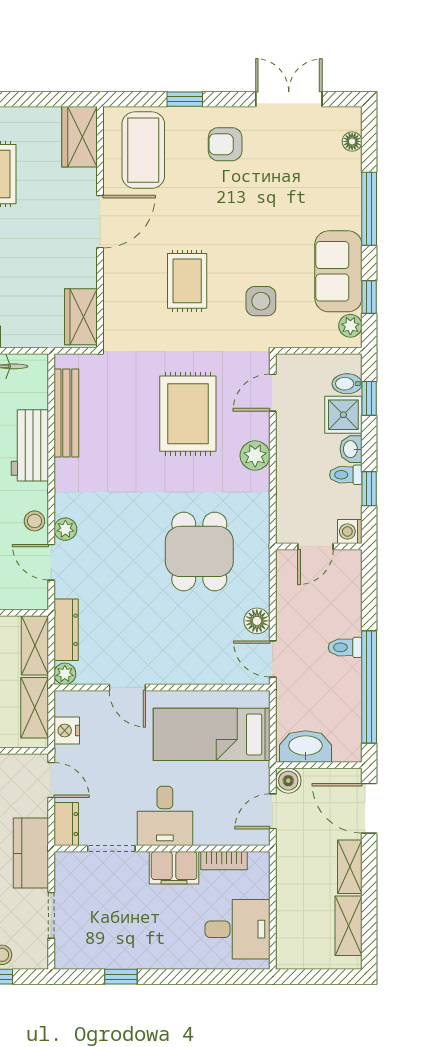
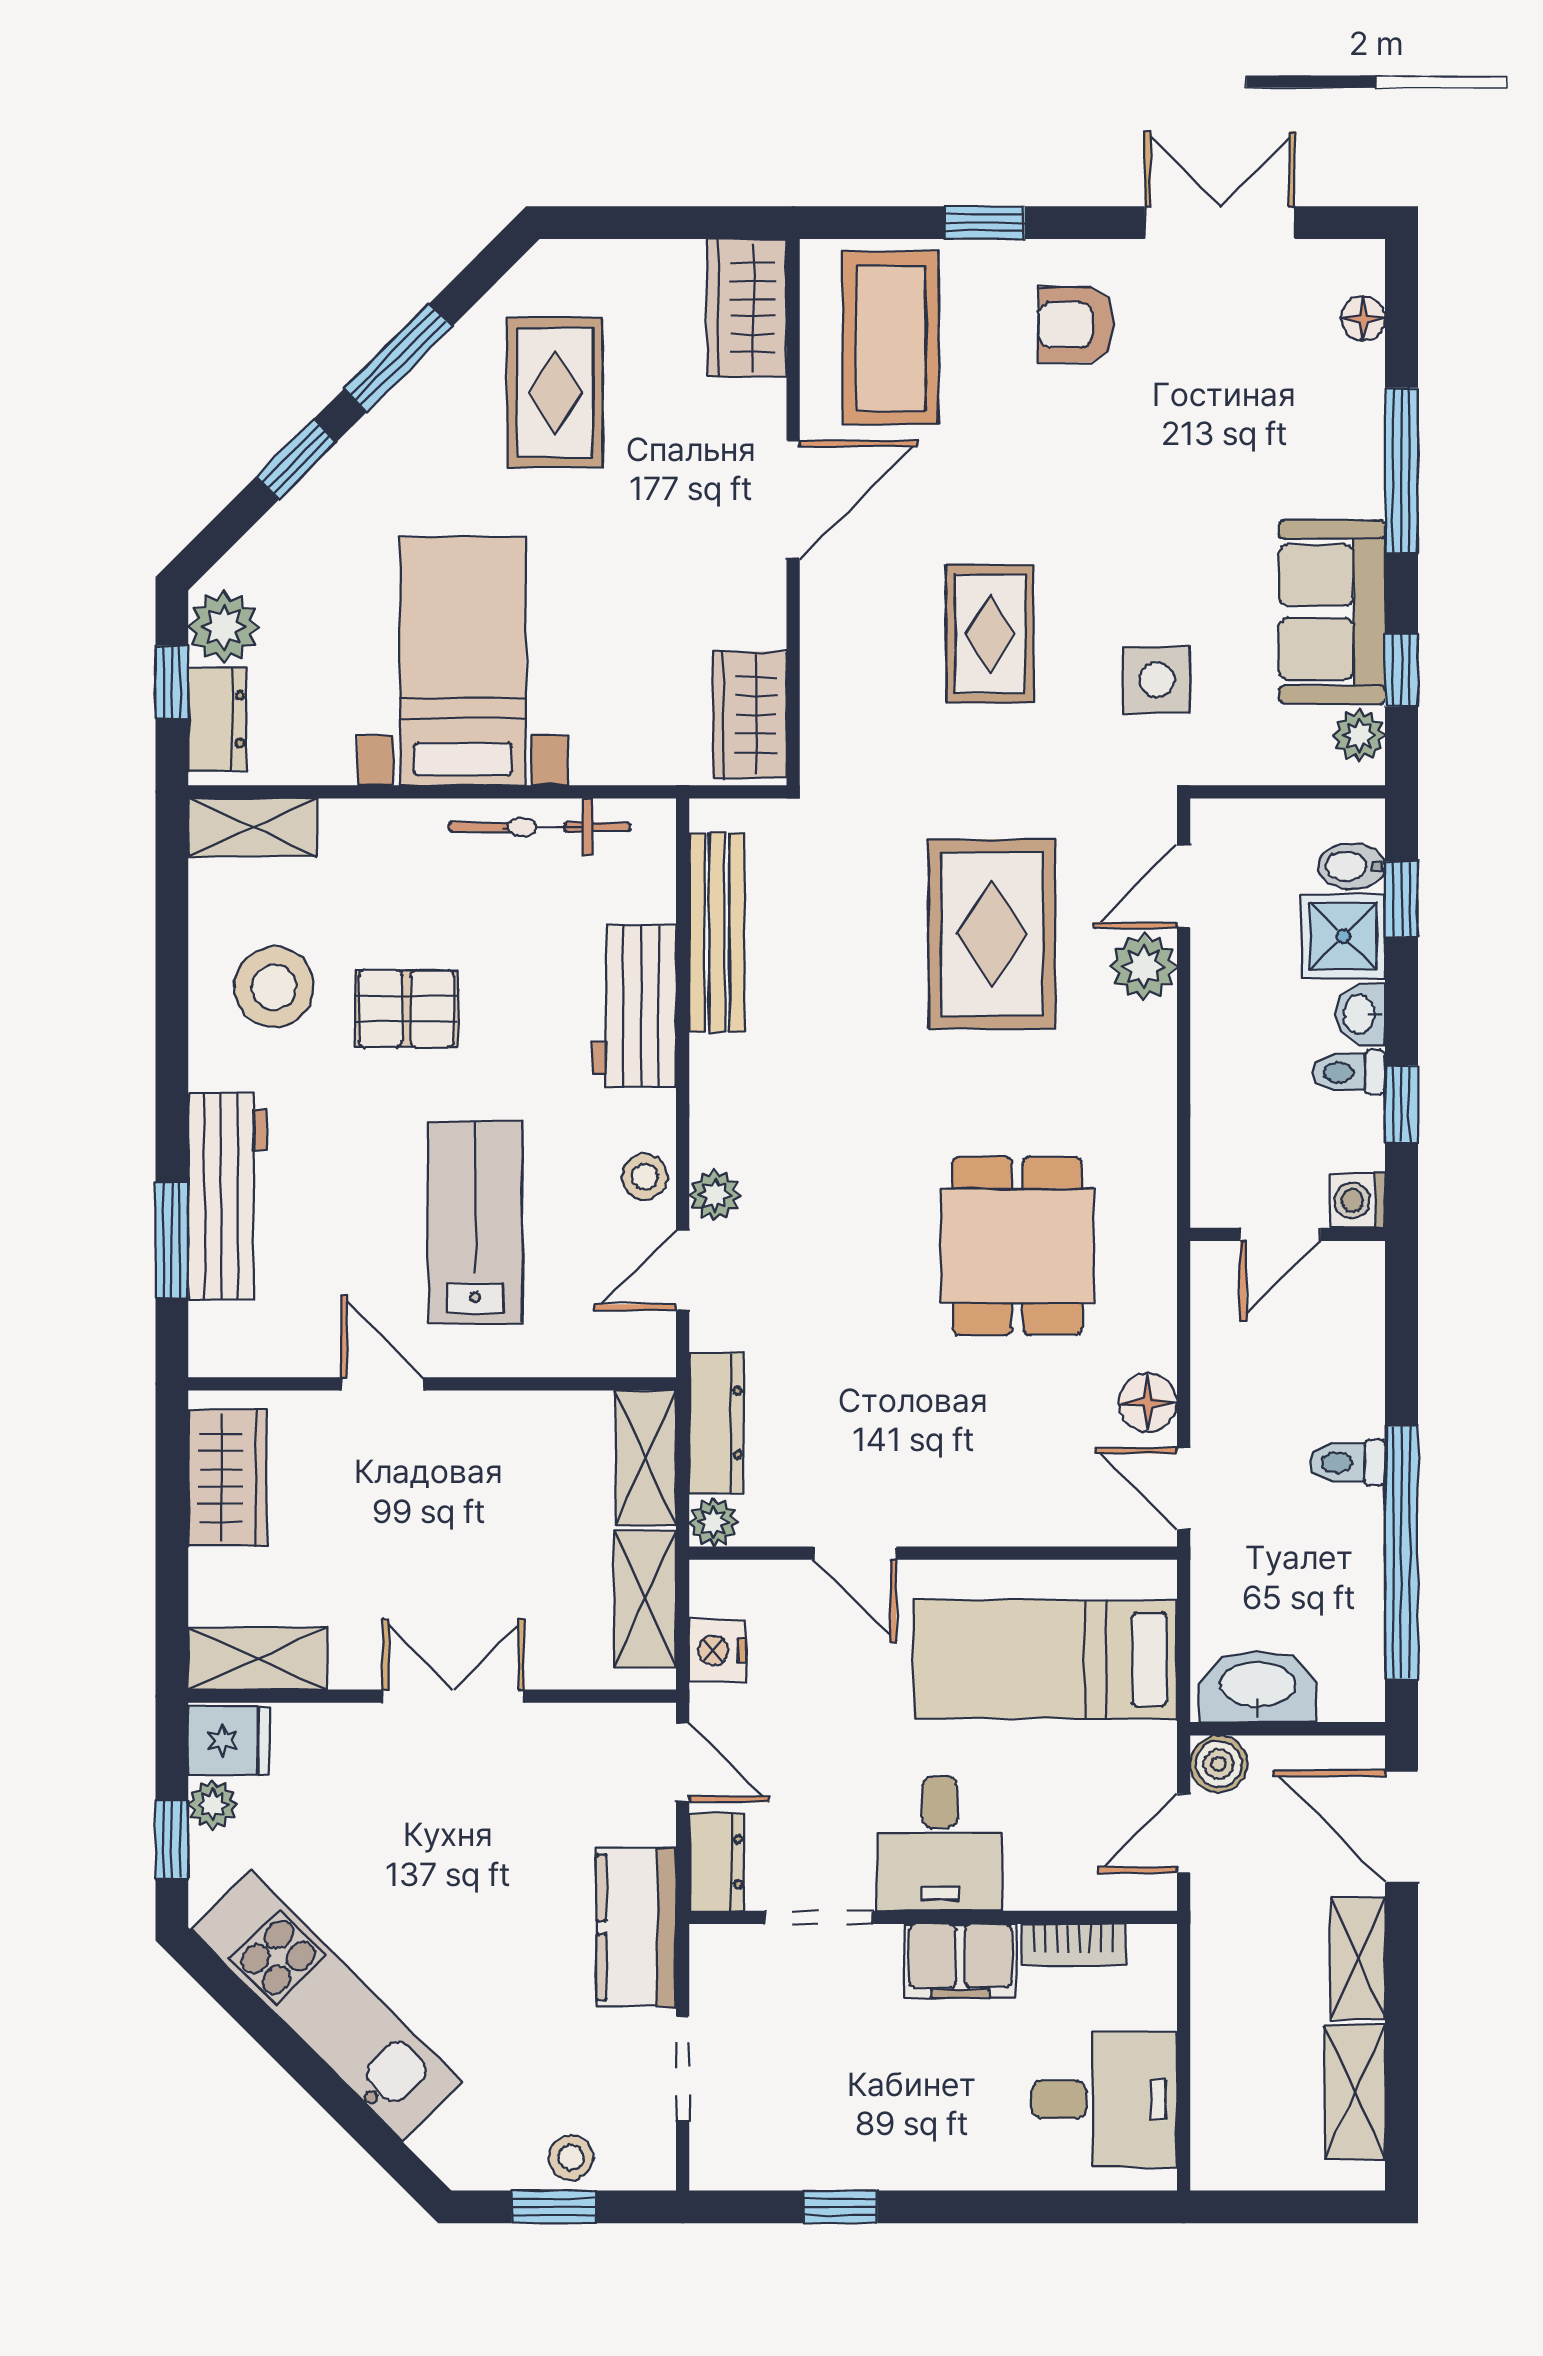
plant: (255, 456) -> (1144, 967), moved
door: (51, 562) -> (683, 1270), hinge flipped

